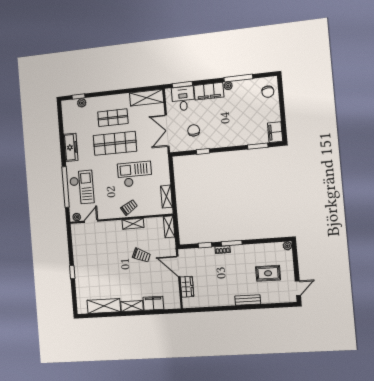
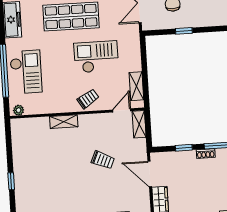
door: (91, 221) -> (122, 110), moved
shelving: (133, 224) -> (64, 122), moved

